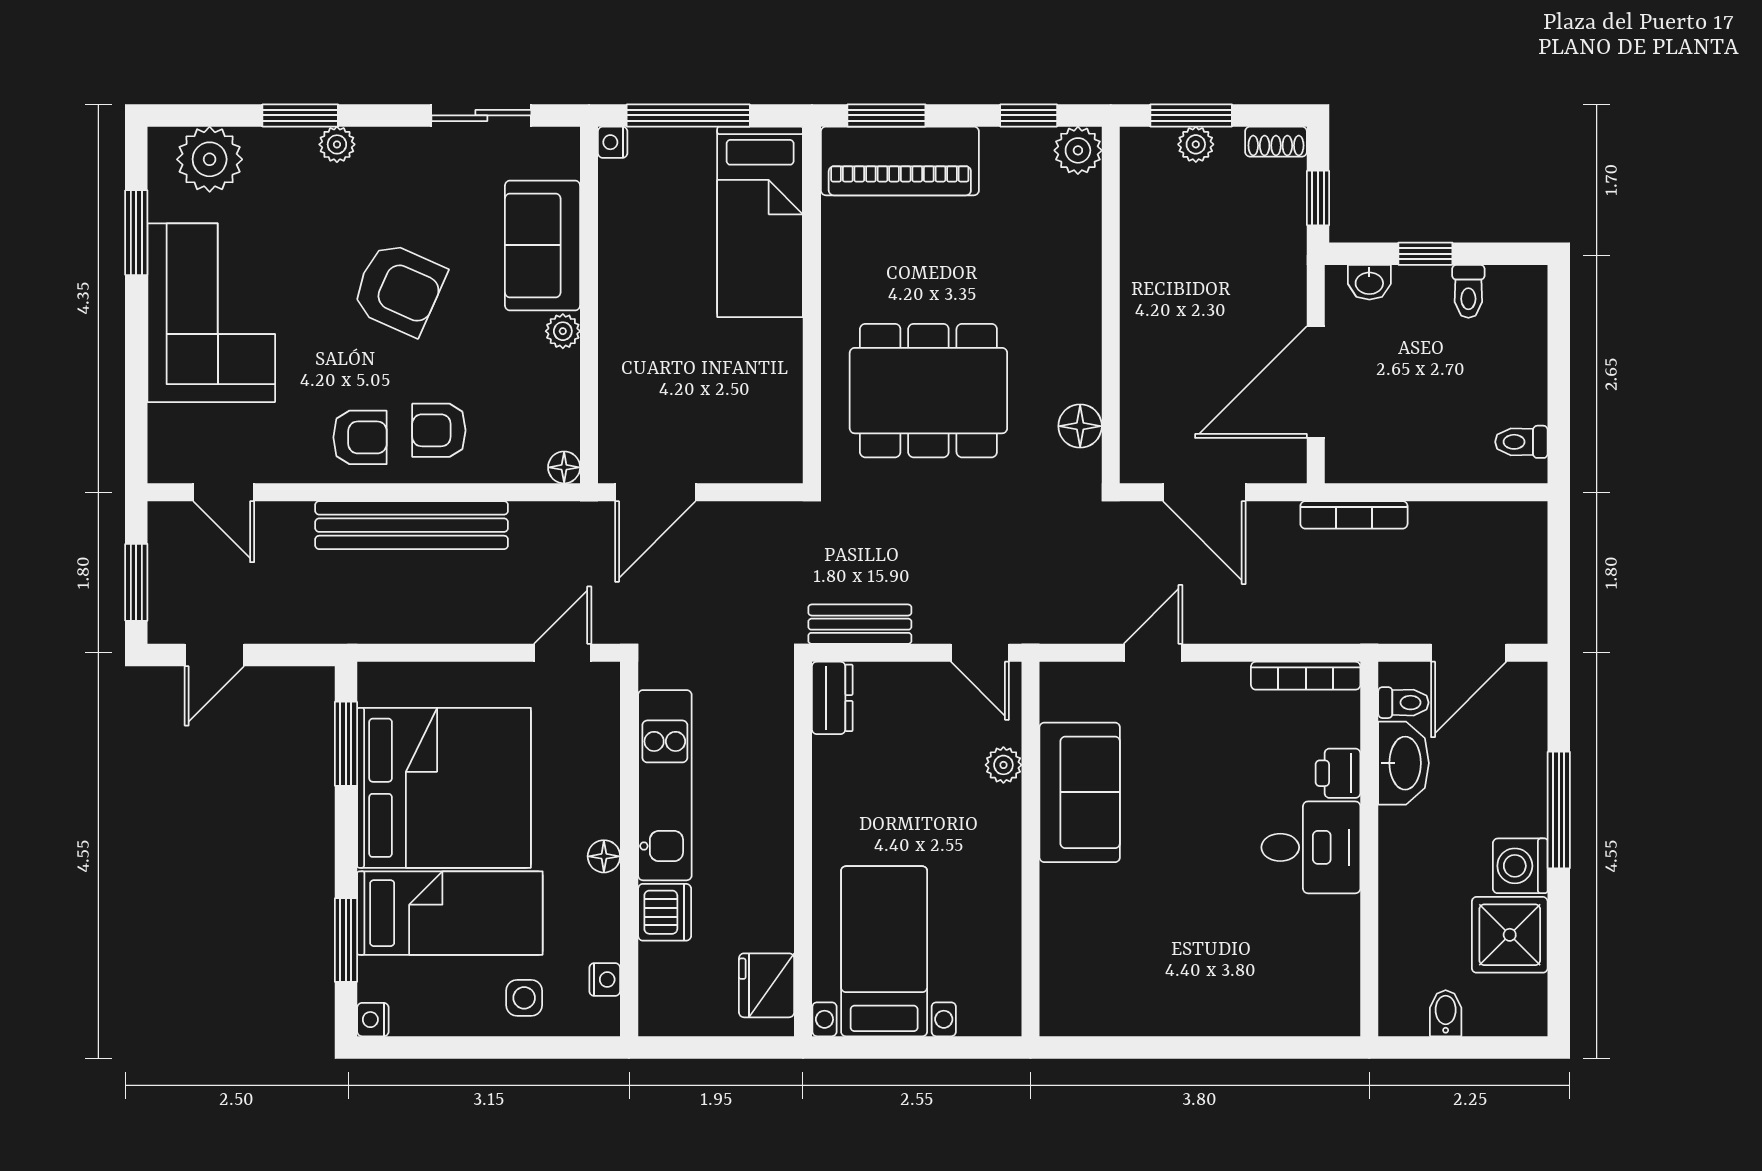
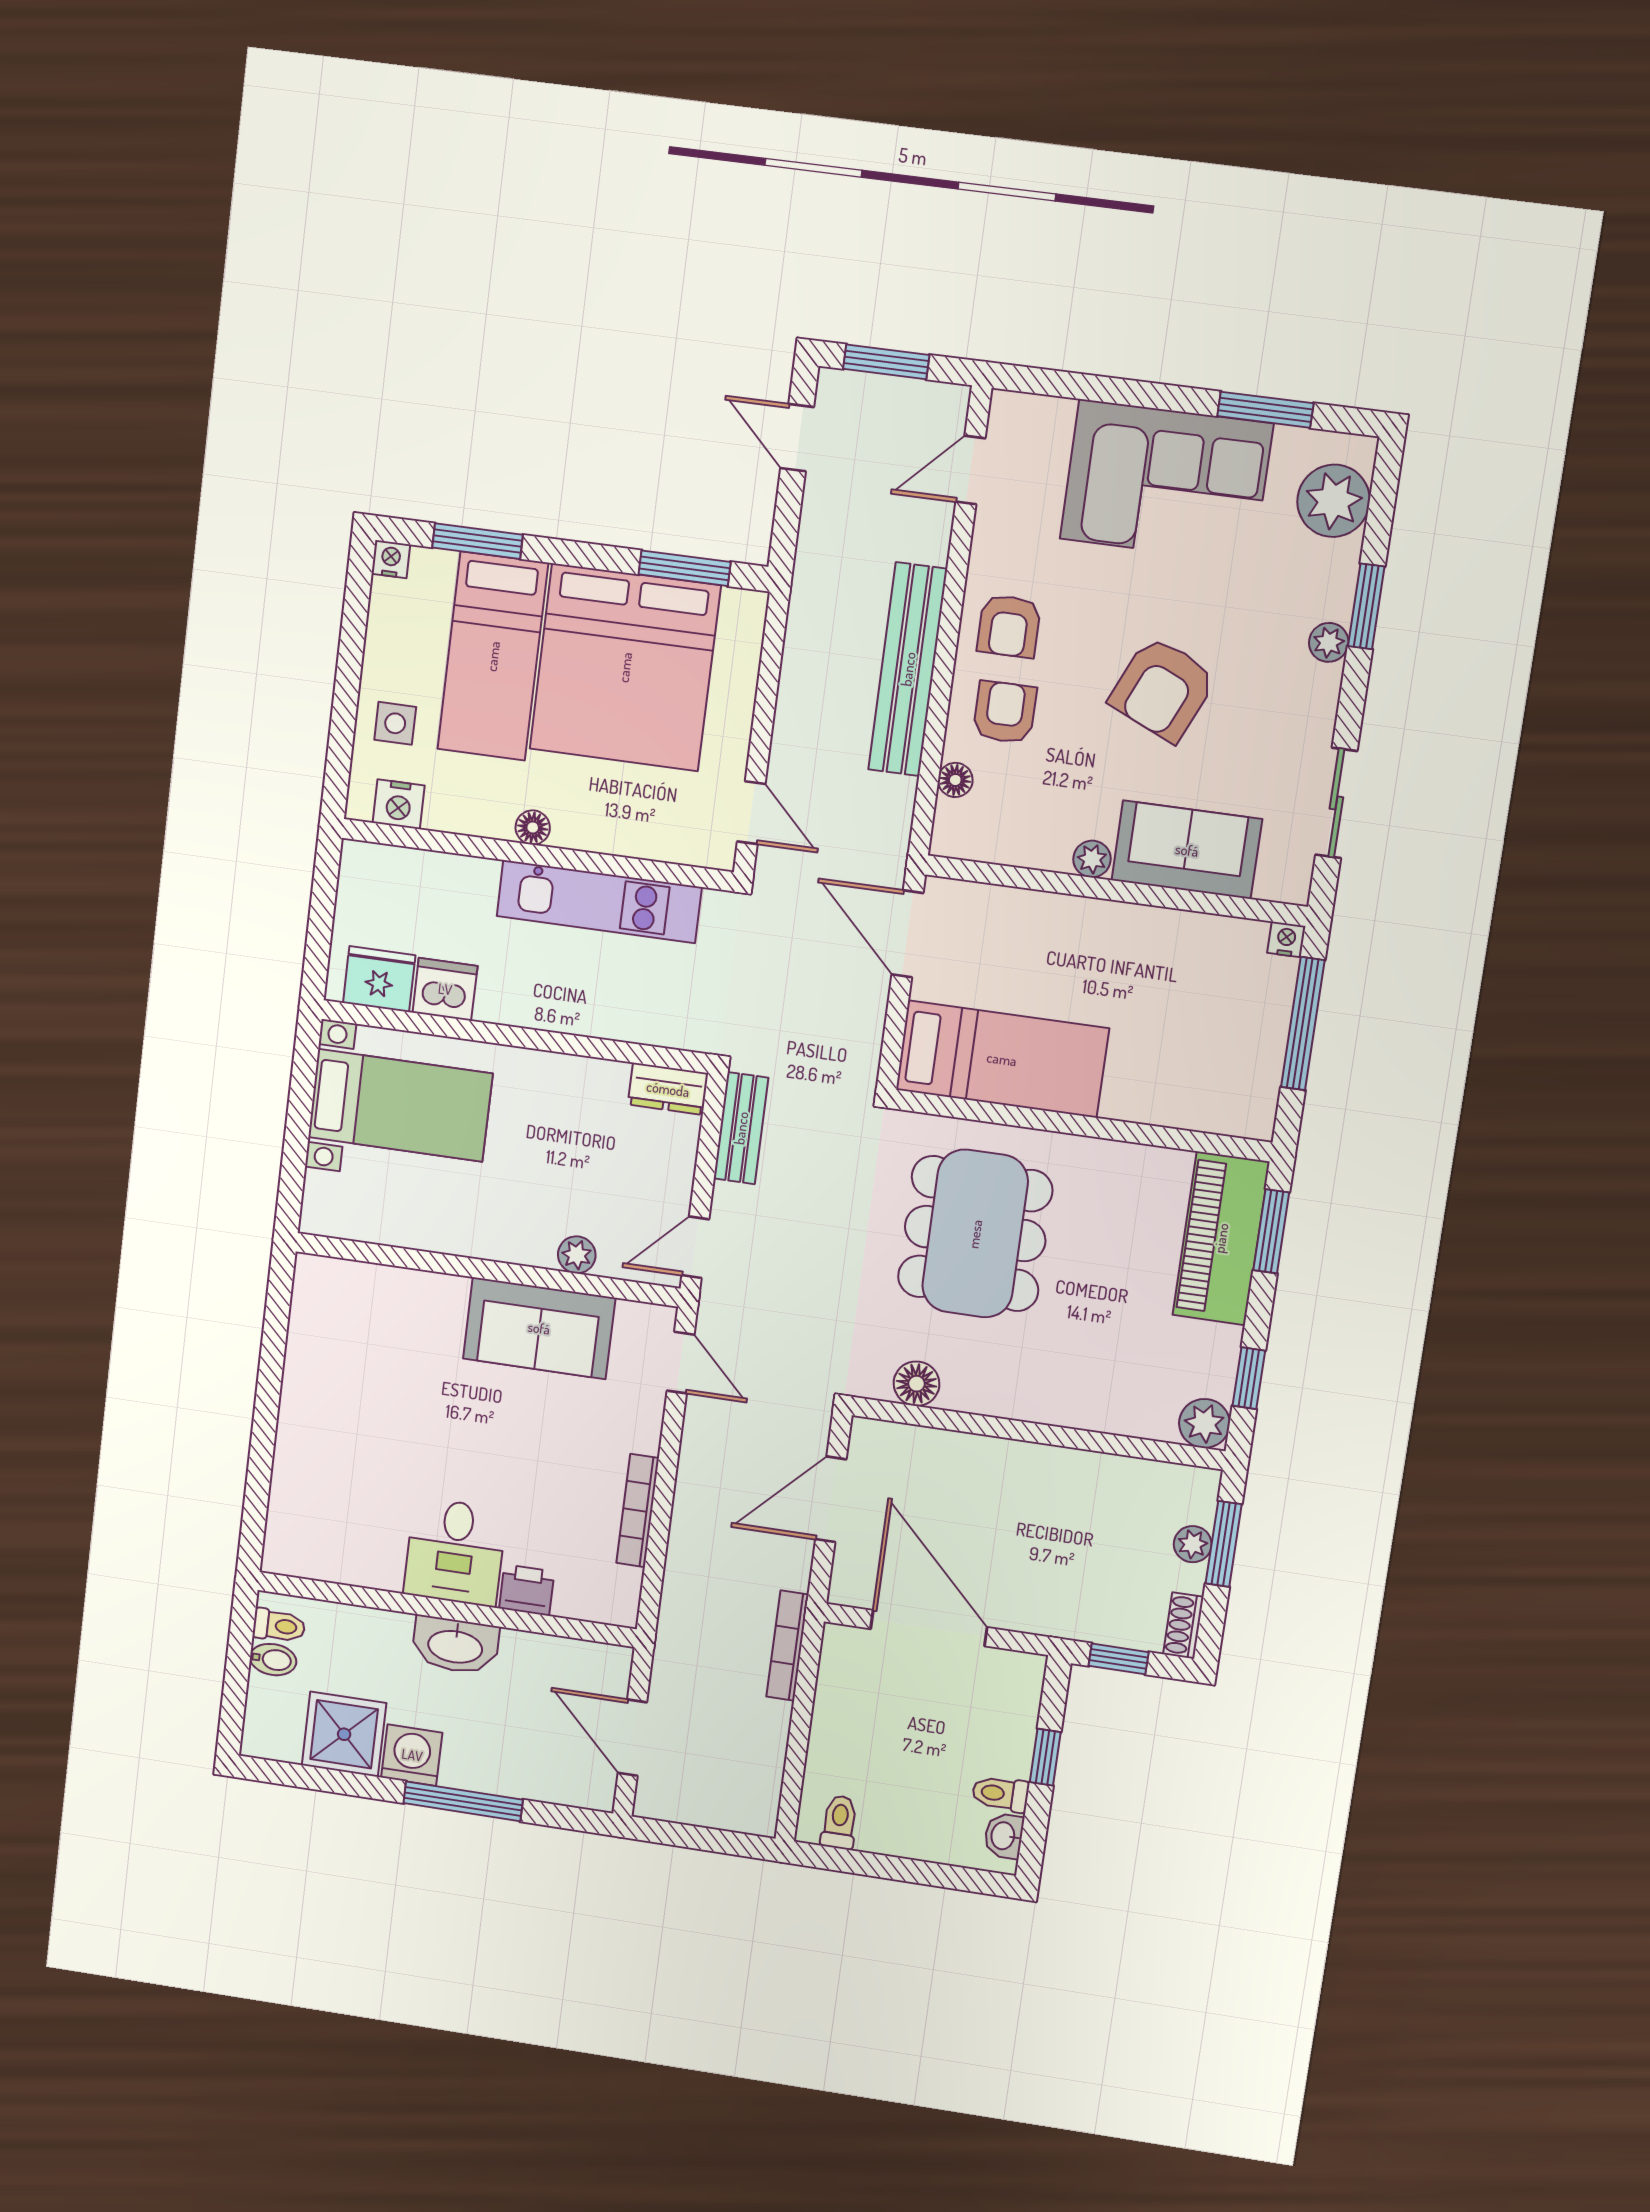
bed: (760, 222) -> (1002, 1059), moved, turned 180
washbasin: (1369, 282) -> (1004, 1836), moved
floor lamp: (564, 467) -> (955, 780), moved
door: (1153, 653) -> (681, 1363), moved
bookcase: (1306, 676) -> (638, 1511), moved
toilet: (1403, 703) -> (279, 1626), moved, turned -90
washbasin: (1404, 763) -> (455, 1645), moved
dishwasher: (665, 912) -> (445, 989), moved, turned 180
nightstand: (605, 980) -> (399, 804), width x1.39, depth x1.35

